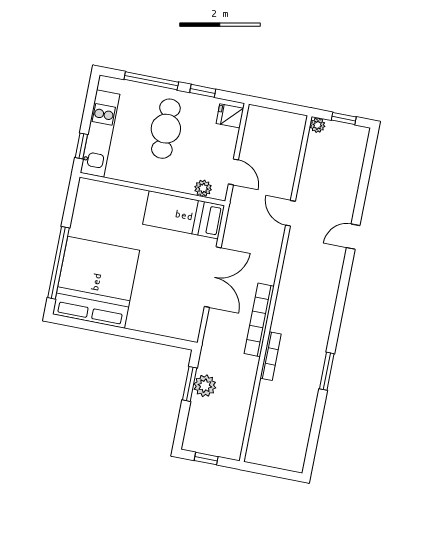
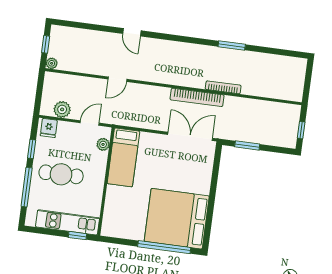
double door: (213, 277) -> (190, 136), moved
plant: (205, 386) -> (62, 109), moved

